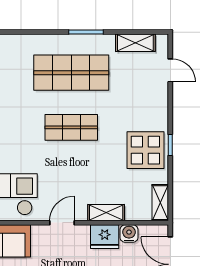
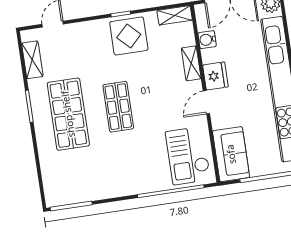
door: (62, 223) -> (206, 102), hinge flipped
fridge: (105, 237) -> (215, 76), moved

